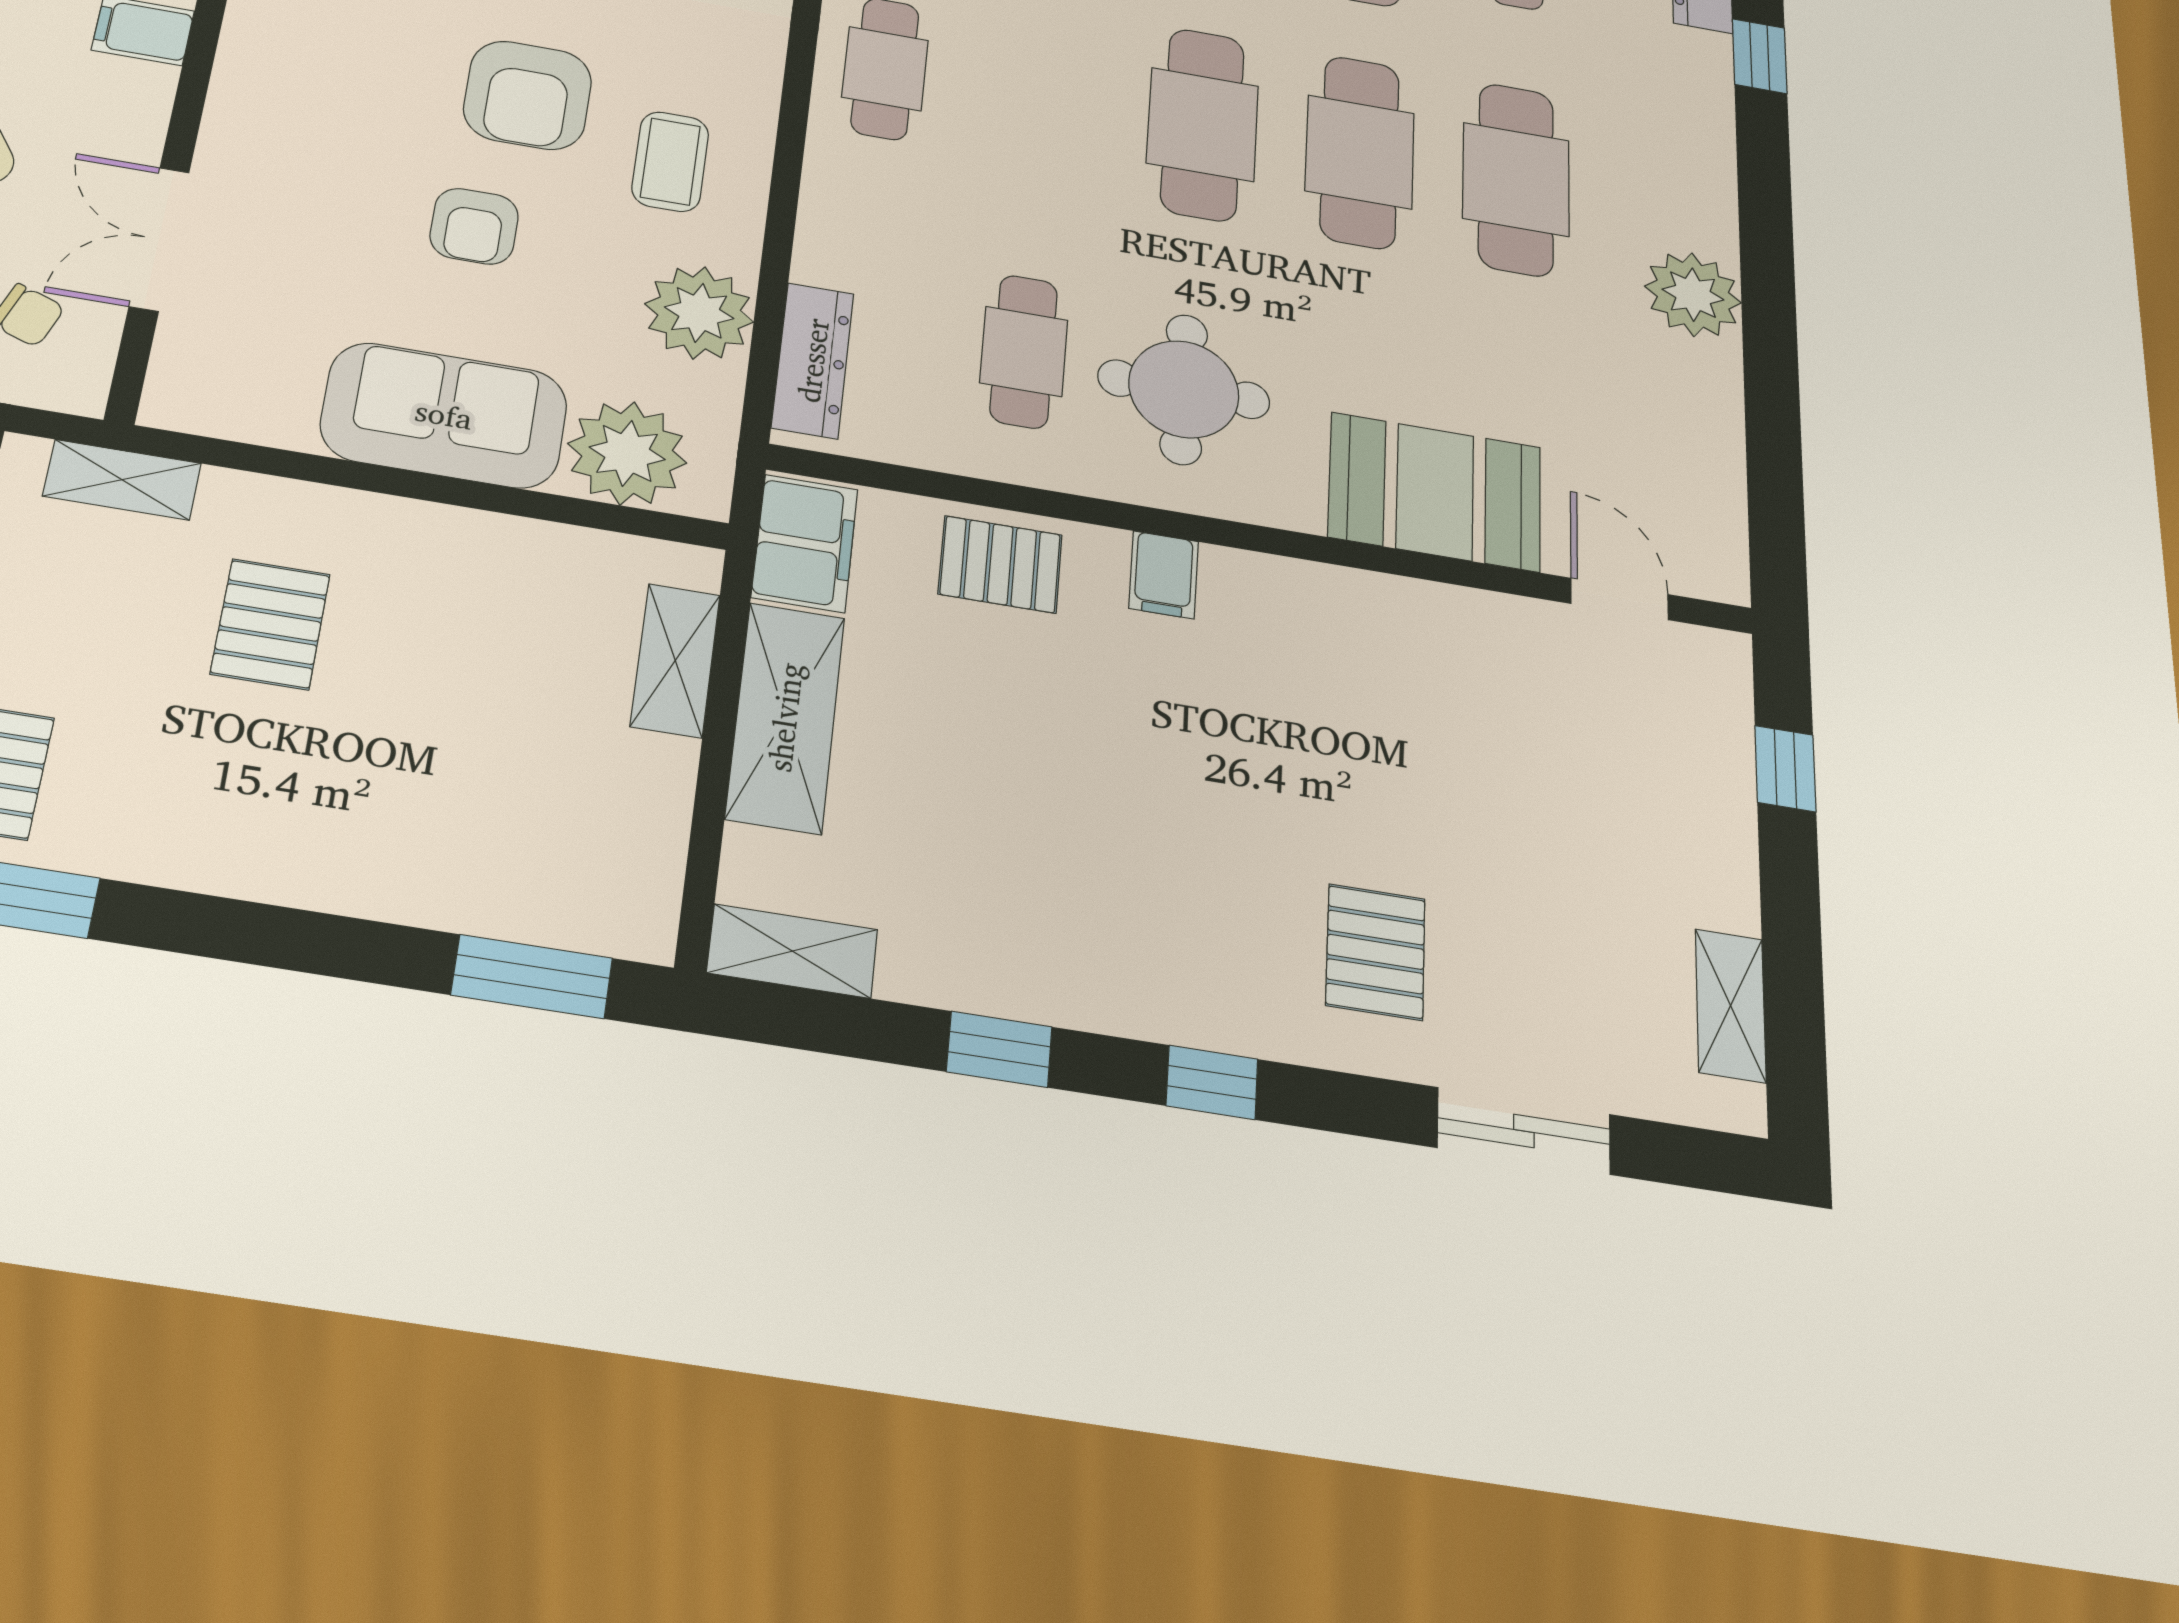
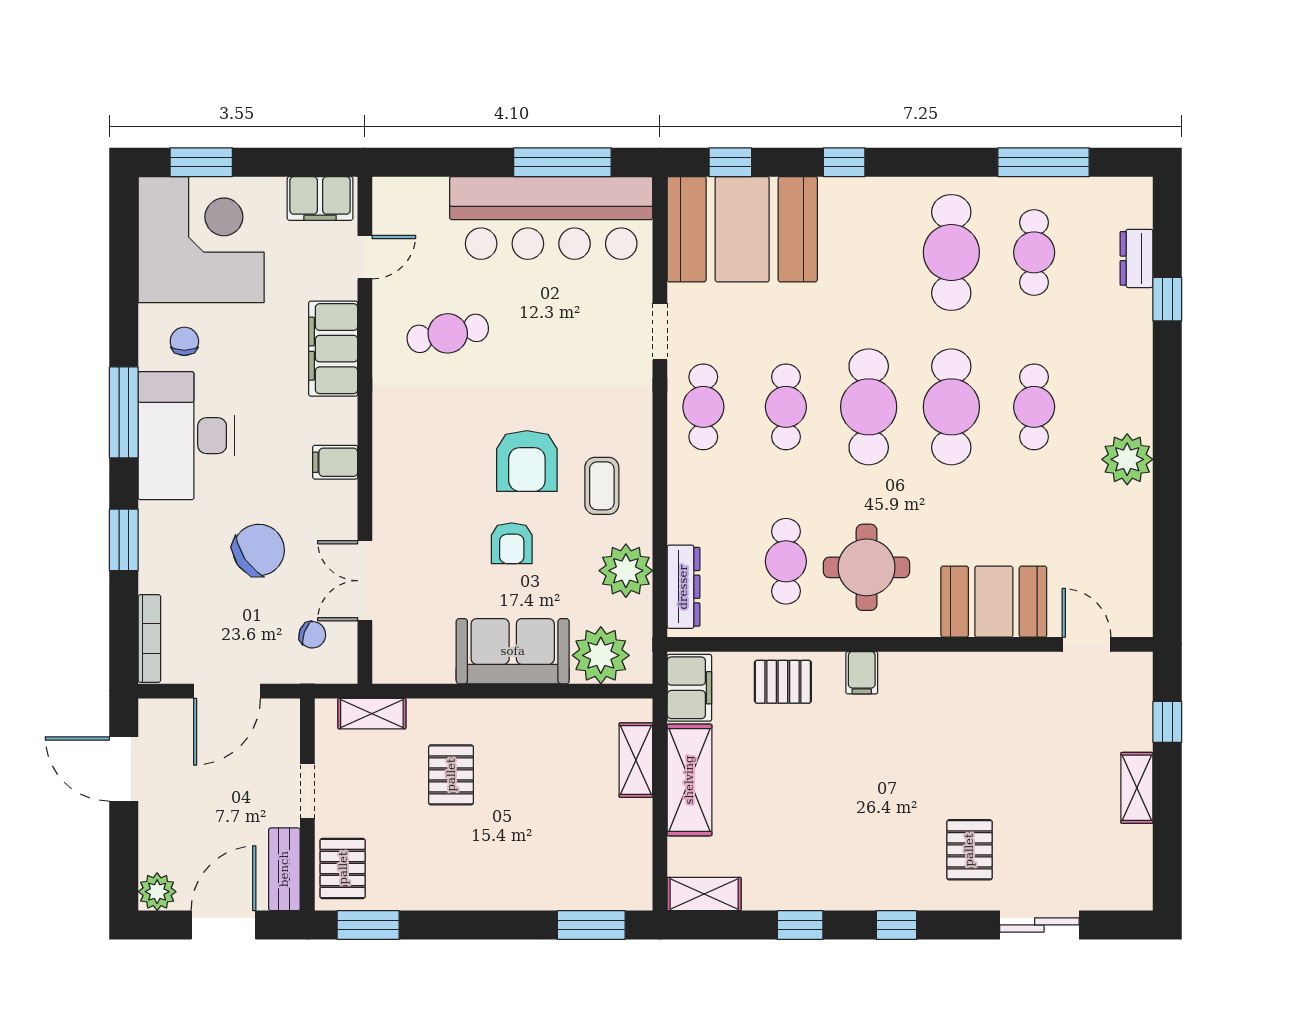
cafe table: (1044, 97) -> (786, 407), added
cafe table: (1516, 179) -> (1034, 407), width x0.73, depth x0.74
shelving: (1731, 1005) -> (1137, 788), moved

